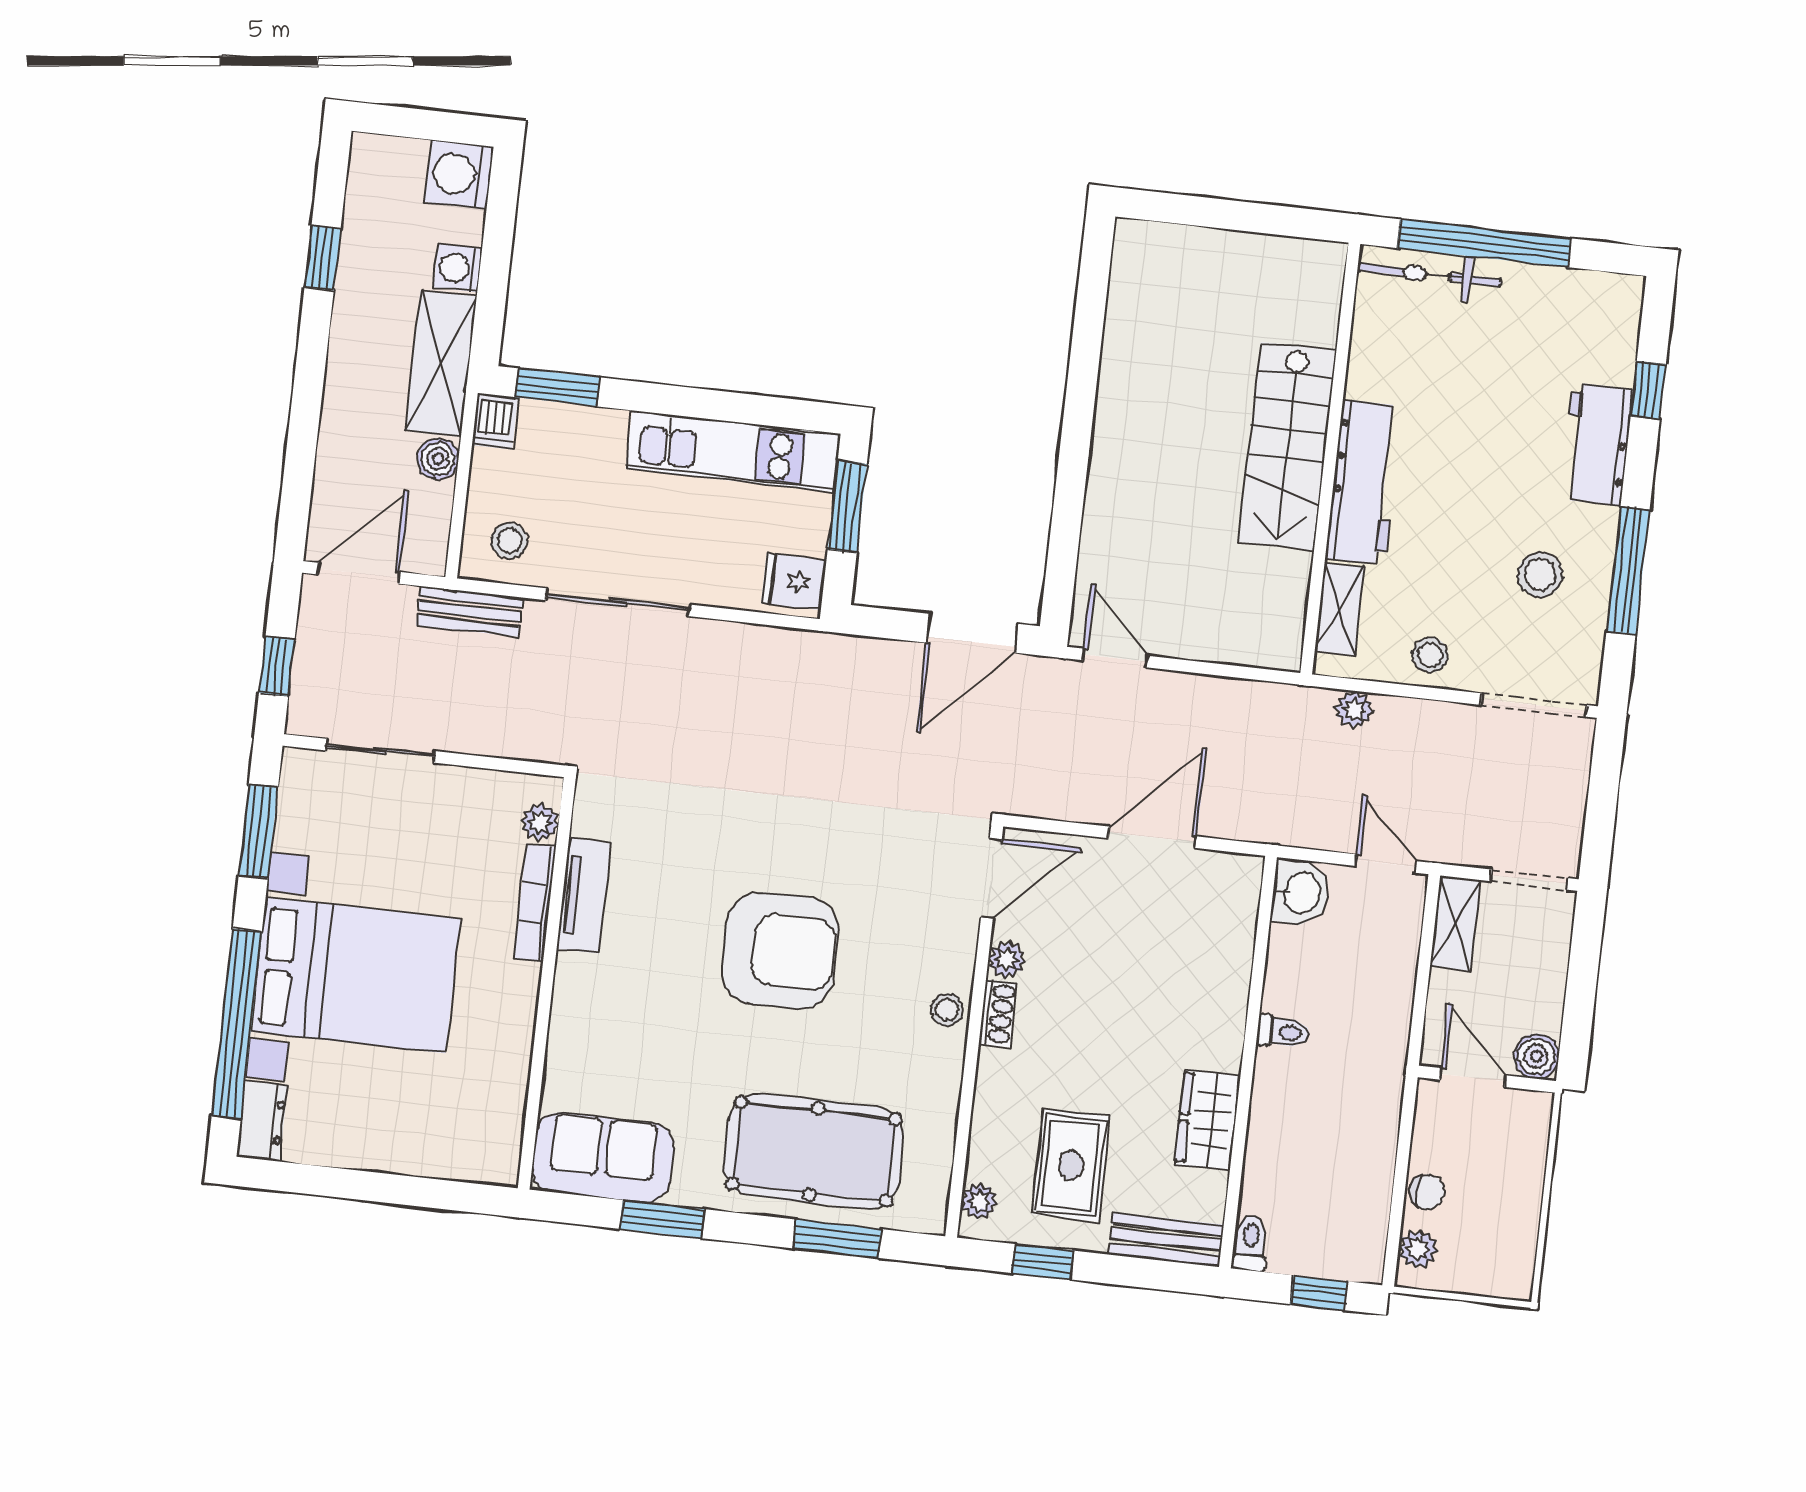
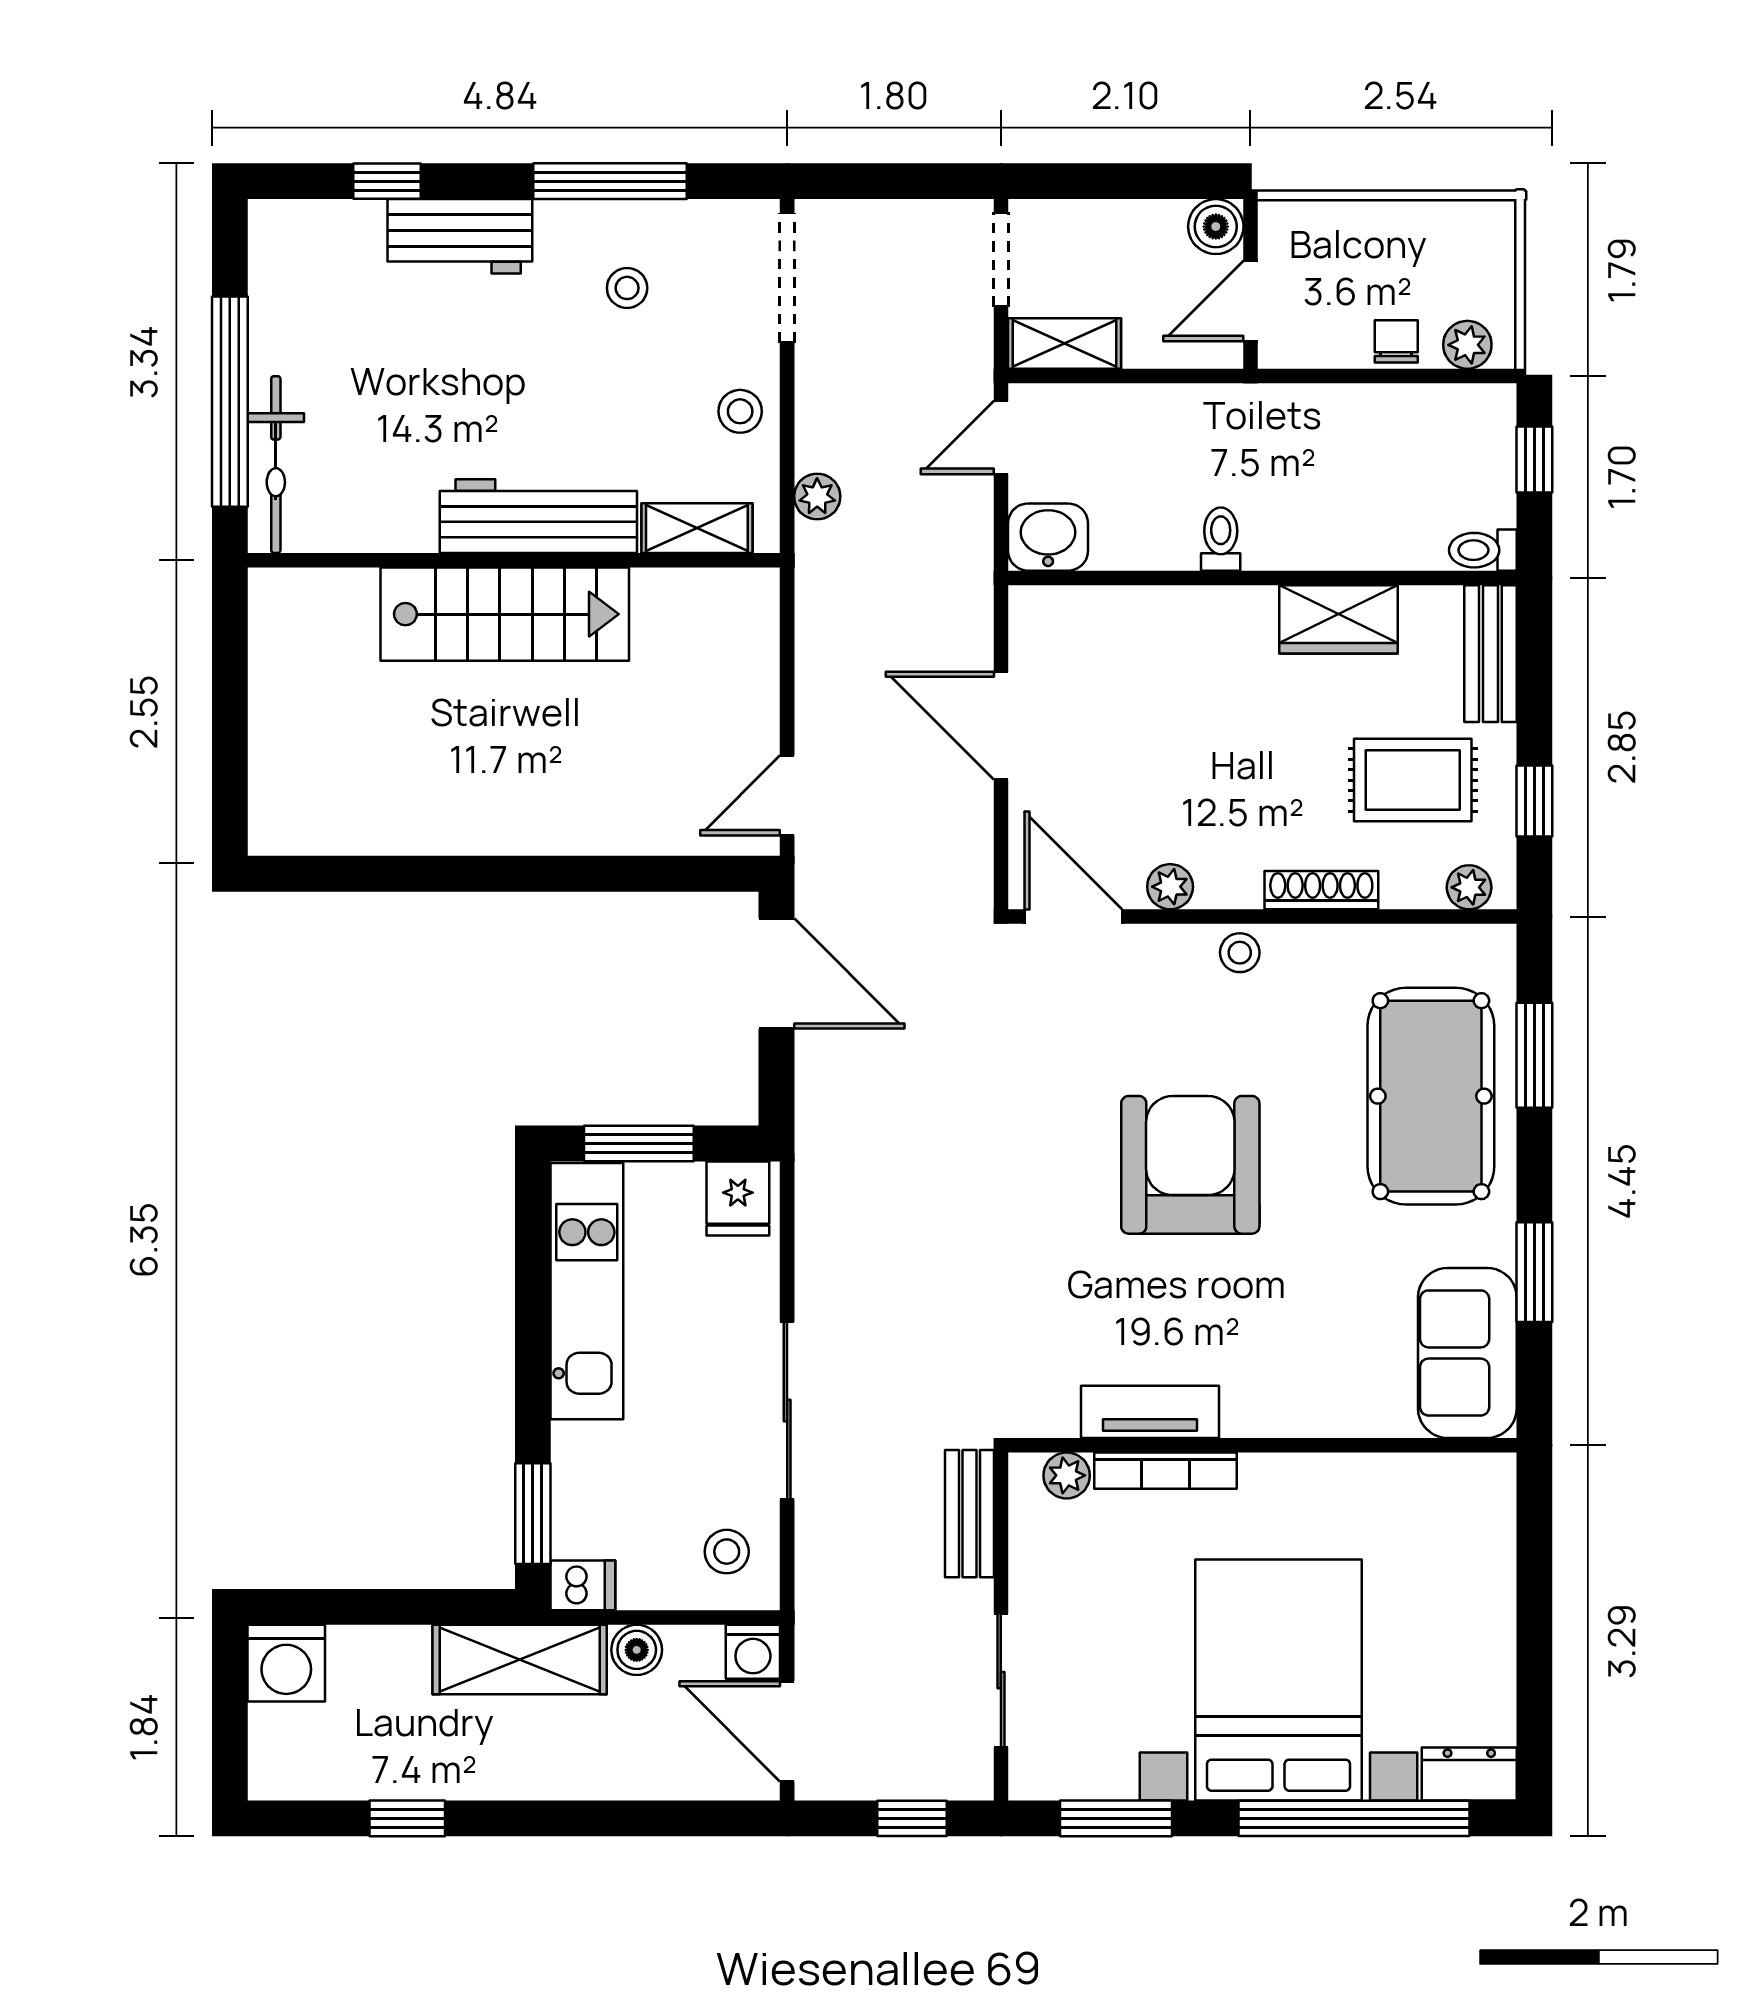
washing machine: (458, 268) -> (753, 1652), moved
stool: (1540, 575) -> (627, 288), width x0.73, depth x0.73
bench: (470, 611) -> (970, 1514), moved
shoe rack: (998, 1014) -> (1321, 890), moved, width x1.43

